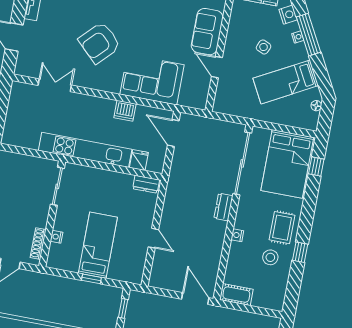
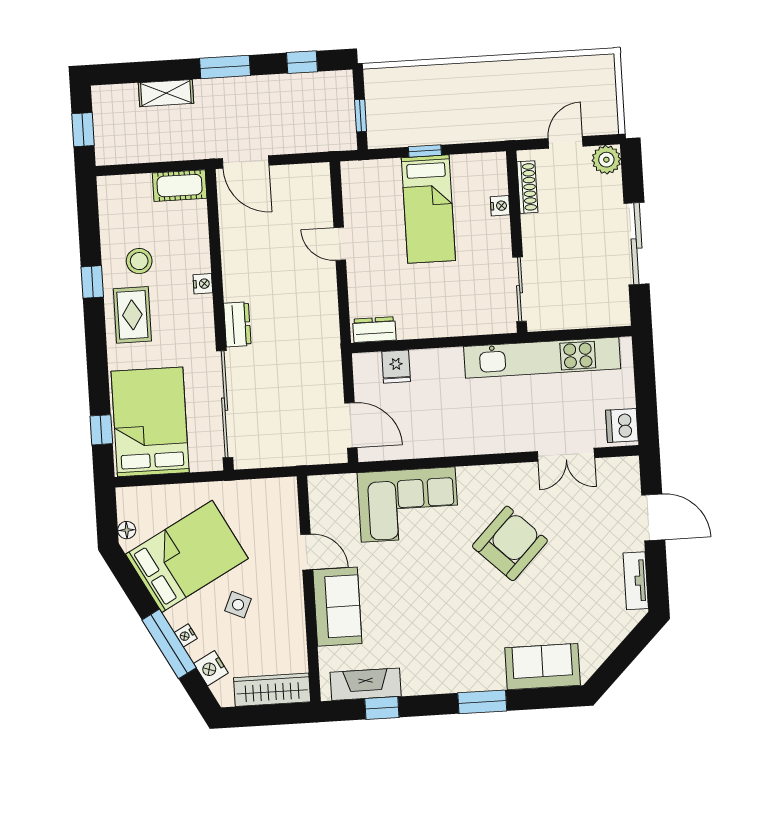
bed: (286, 82) -> (187, 556), width x1.50
dishwasher: (125, 111) -> (622, 425), moved, turned -90
kitchen unit: (85, 150) -> (542, 358), moved

